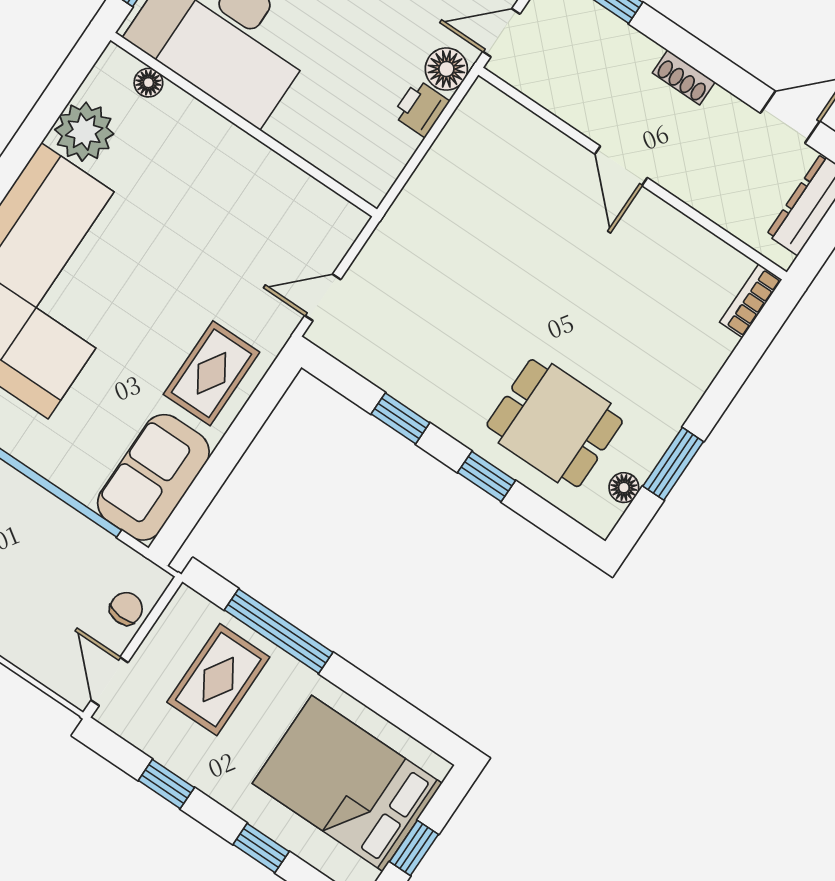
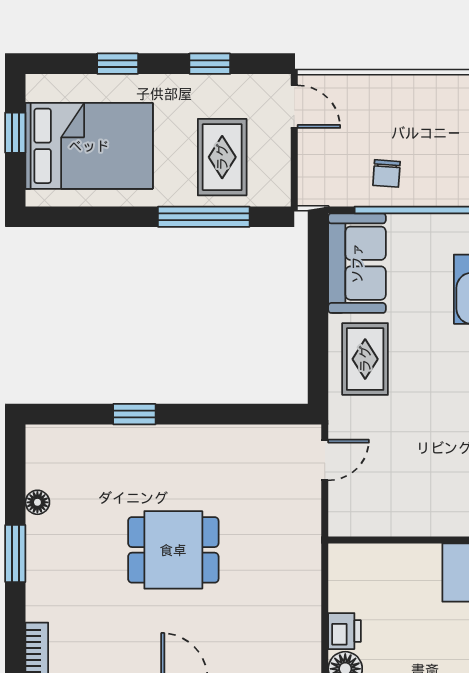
window: (400, 418) -> (218, 414), removed
dining table: (555, 423) -> (173, 550), moved
window: (673, 464) -> (15, 554), moved
floor lamp: (624, 488) -> (37, 502), moved
chair: (126, 609) -> (387, 173), moved

